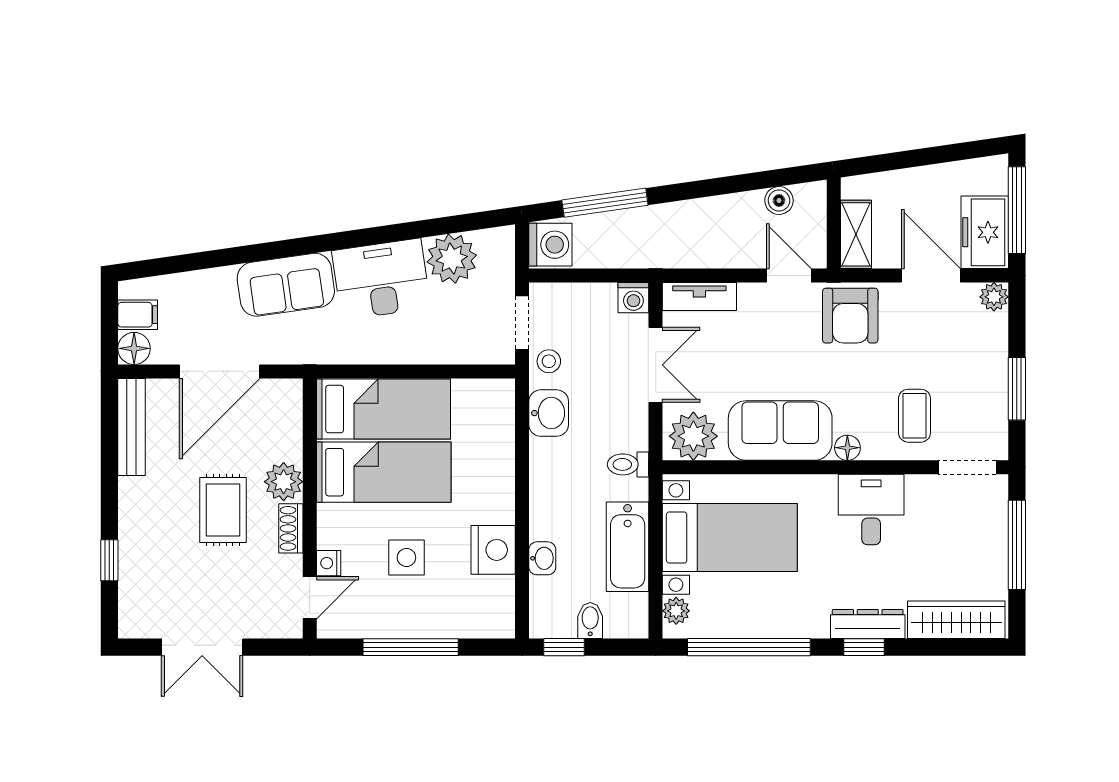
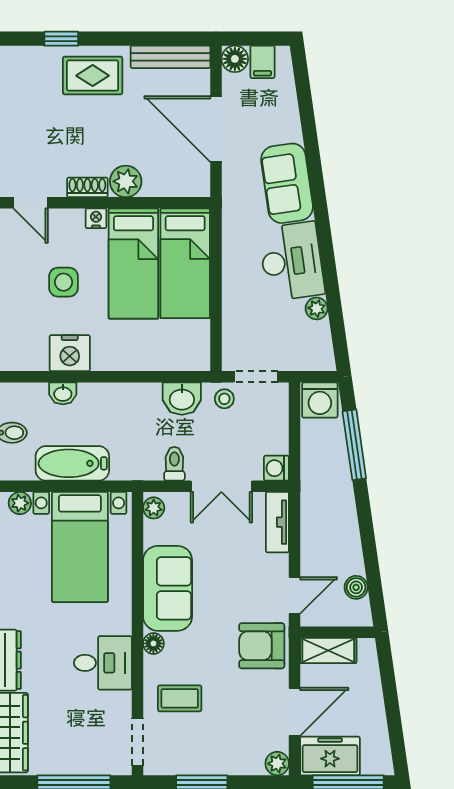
plant: (452, 259) -> (317, 308), width x0.53, depth x0.53
plant: (693, 436) -> (154, 508), width x0.53, depth x0.53
toilet: (628, 464) -> (174, 464), moved
rug: (223, 510) -> (93, 76), moved
nightstand: (329, 563) -> (96, 218), moved

